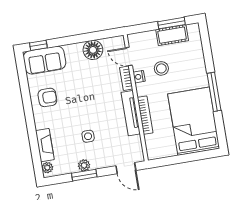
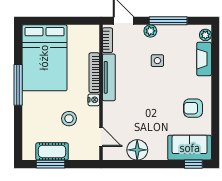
nightstand: (139, 77) -> (94, 100), moved
bookcase: (126, 78) -> (107, 40), moved
plant: (84, 165) -> (150, 31), moved
window: (84, 175) -> (168, 21), width x1.44

